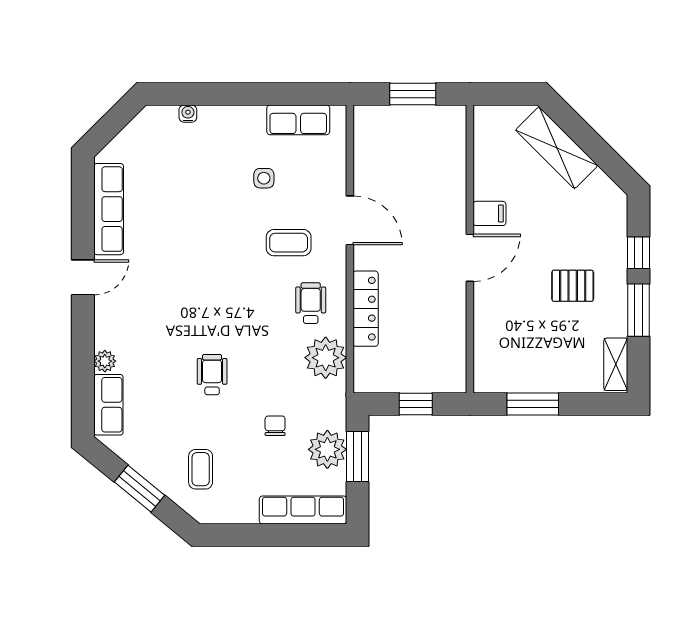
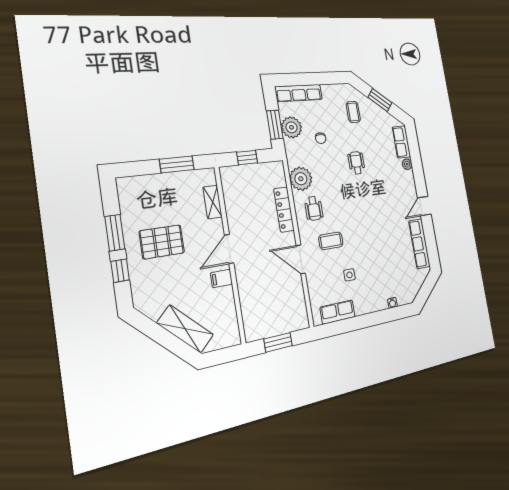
pallet: (573, 286) -> (162, 242), width x1.50, depth x1.42
shelving: (616, 364) -> (213, 202), moved
wheelchair: (212, 375) -> (356, 163), turned 180

